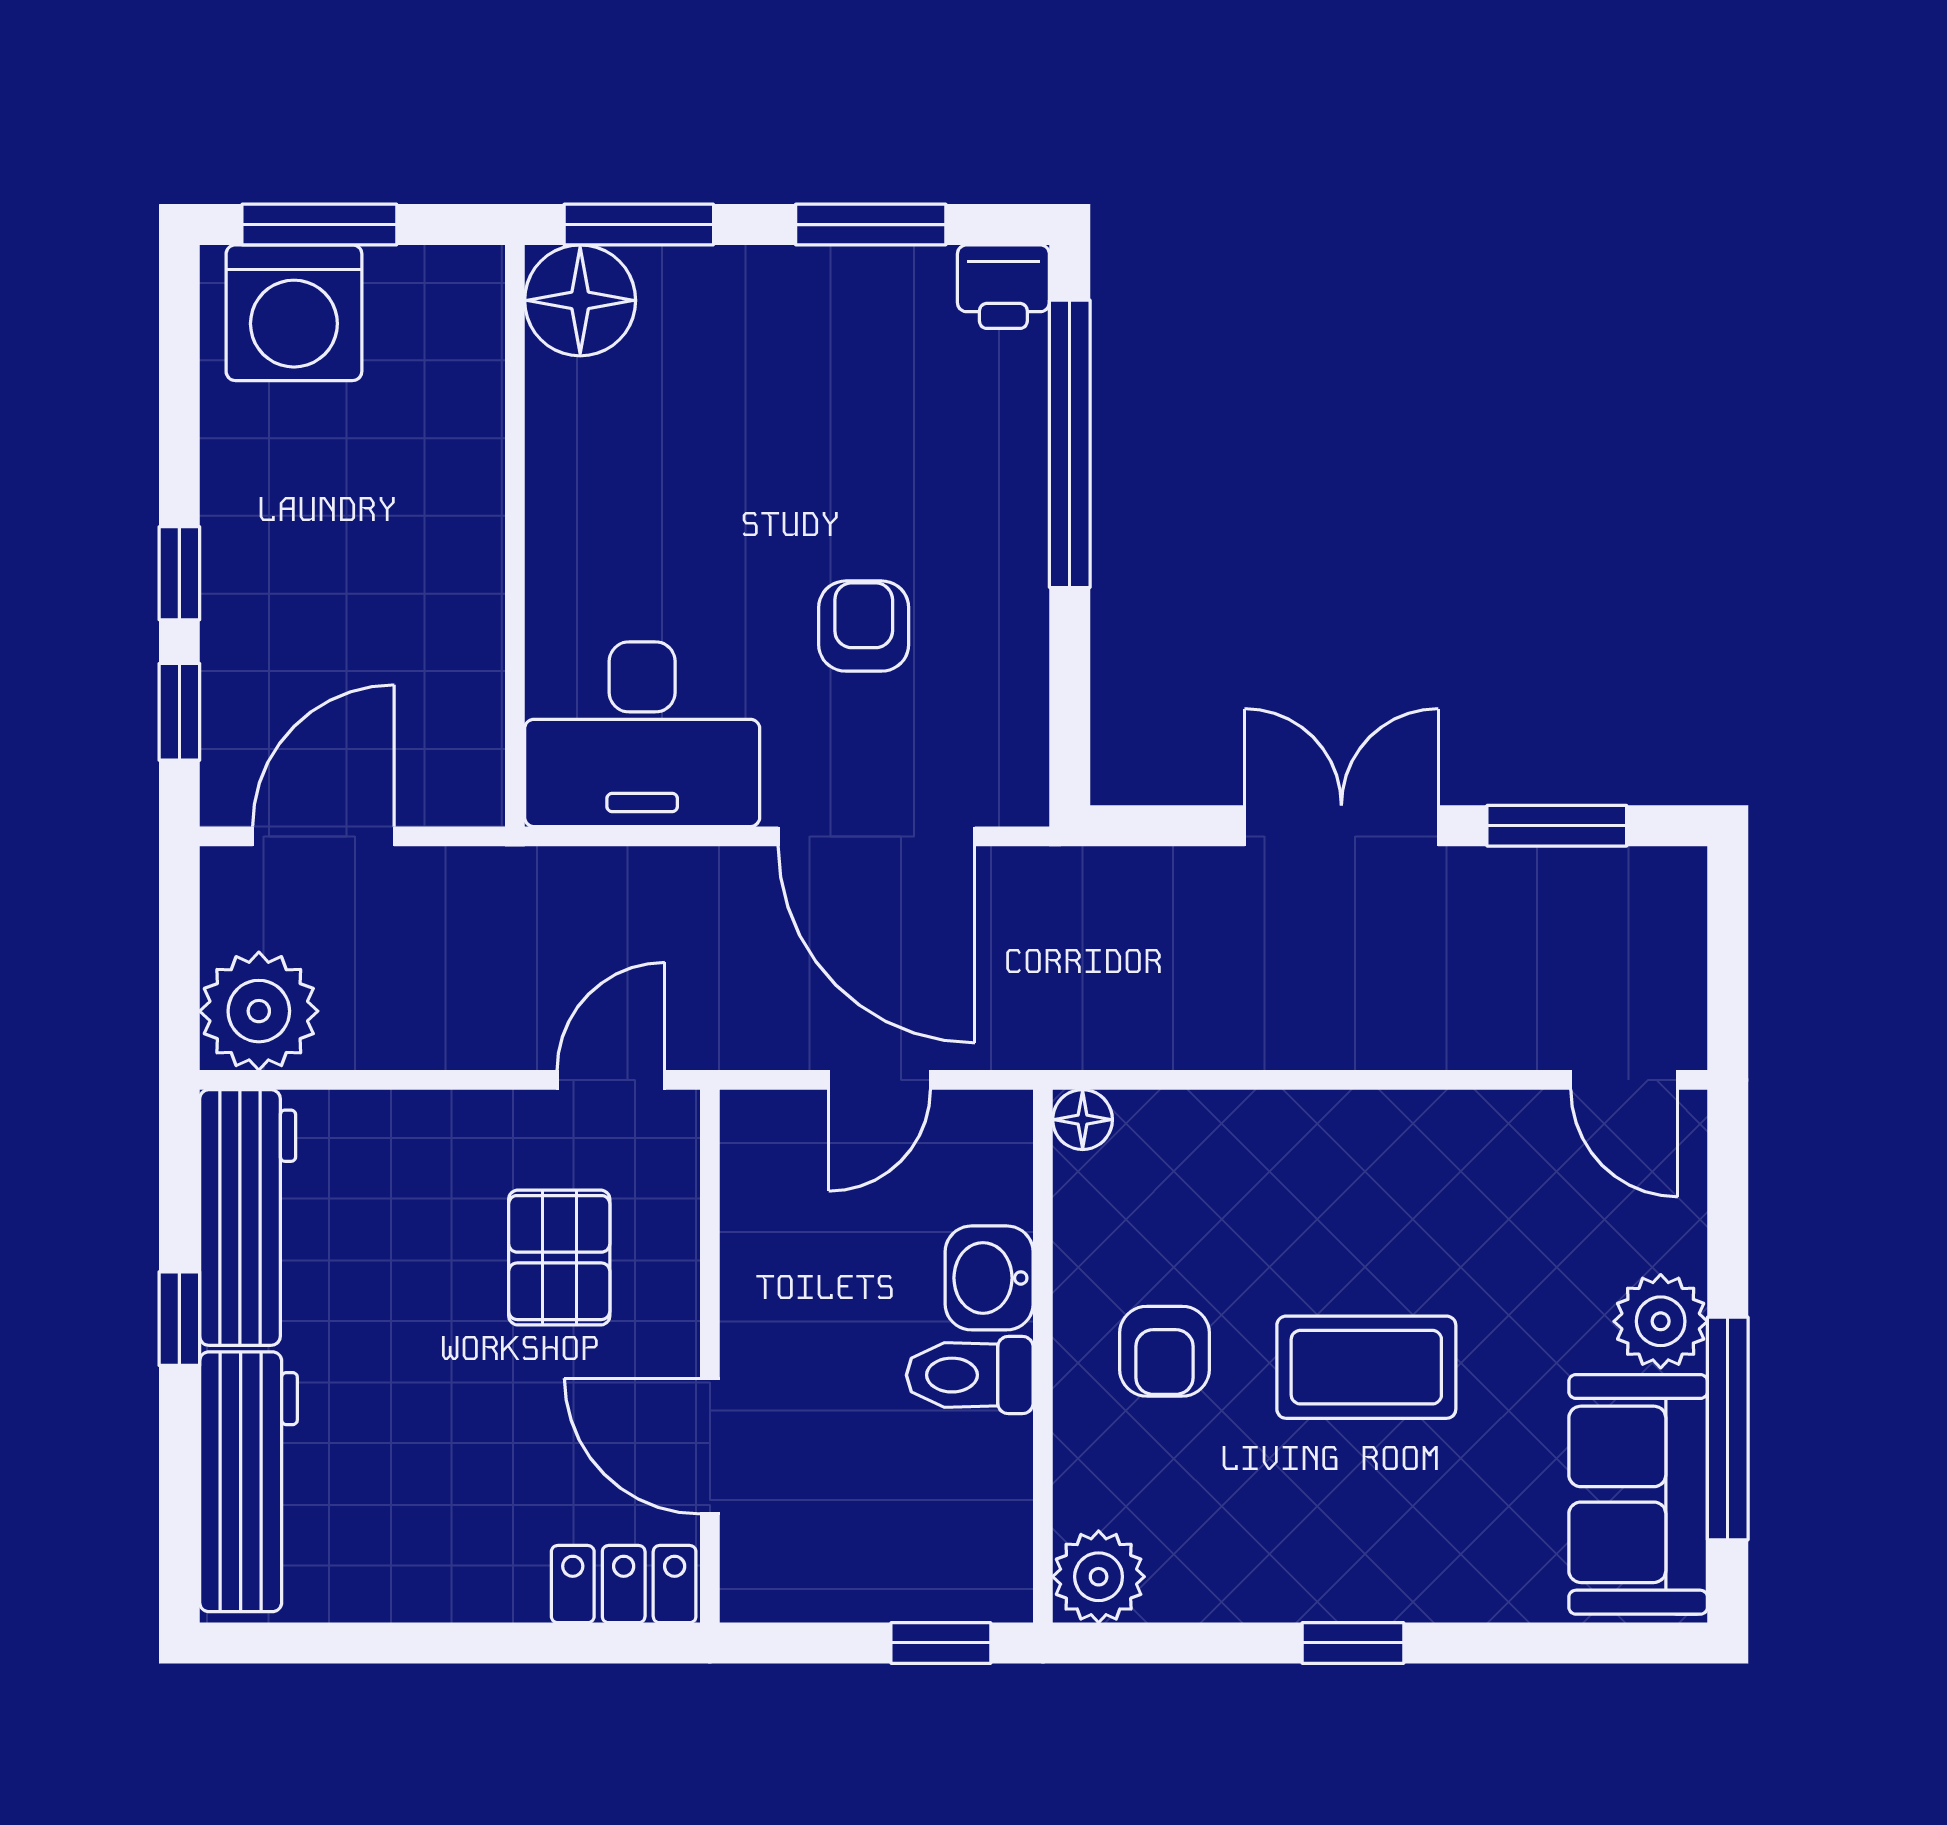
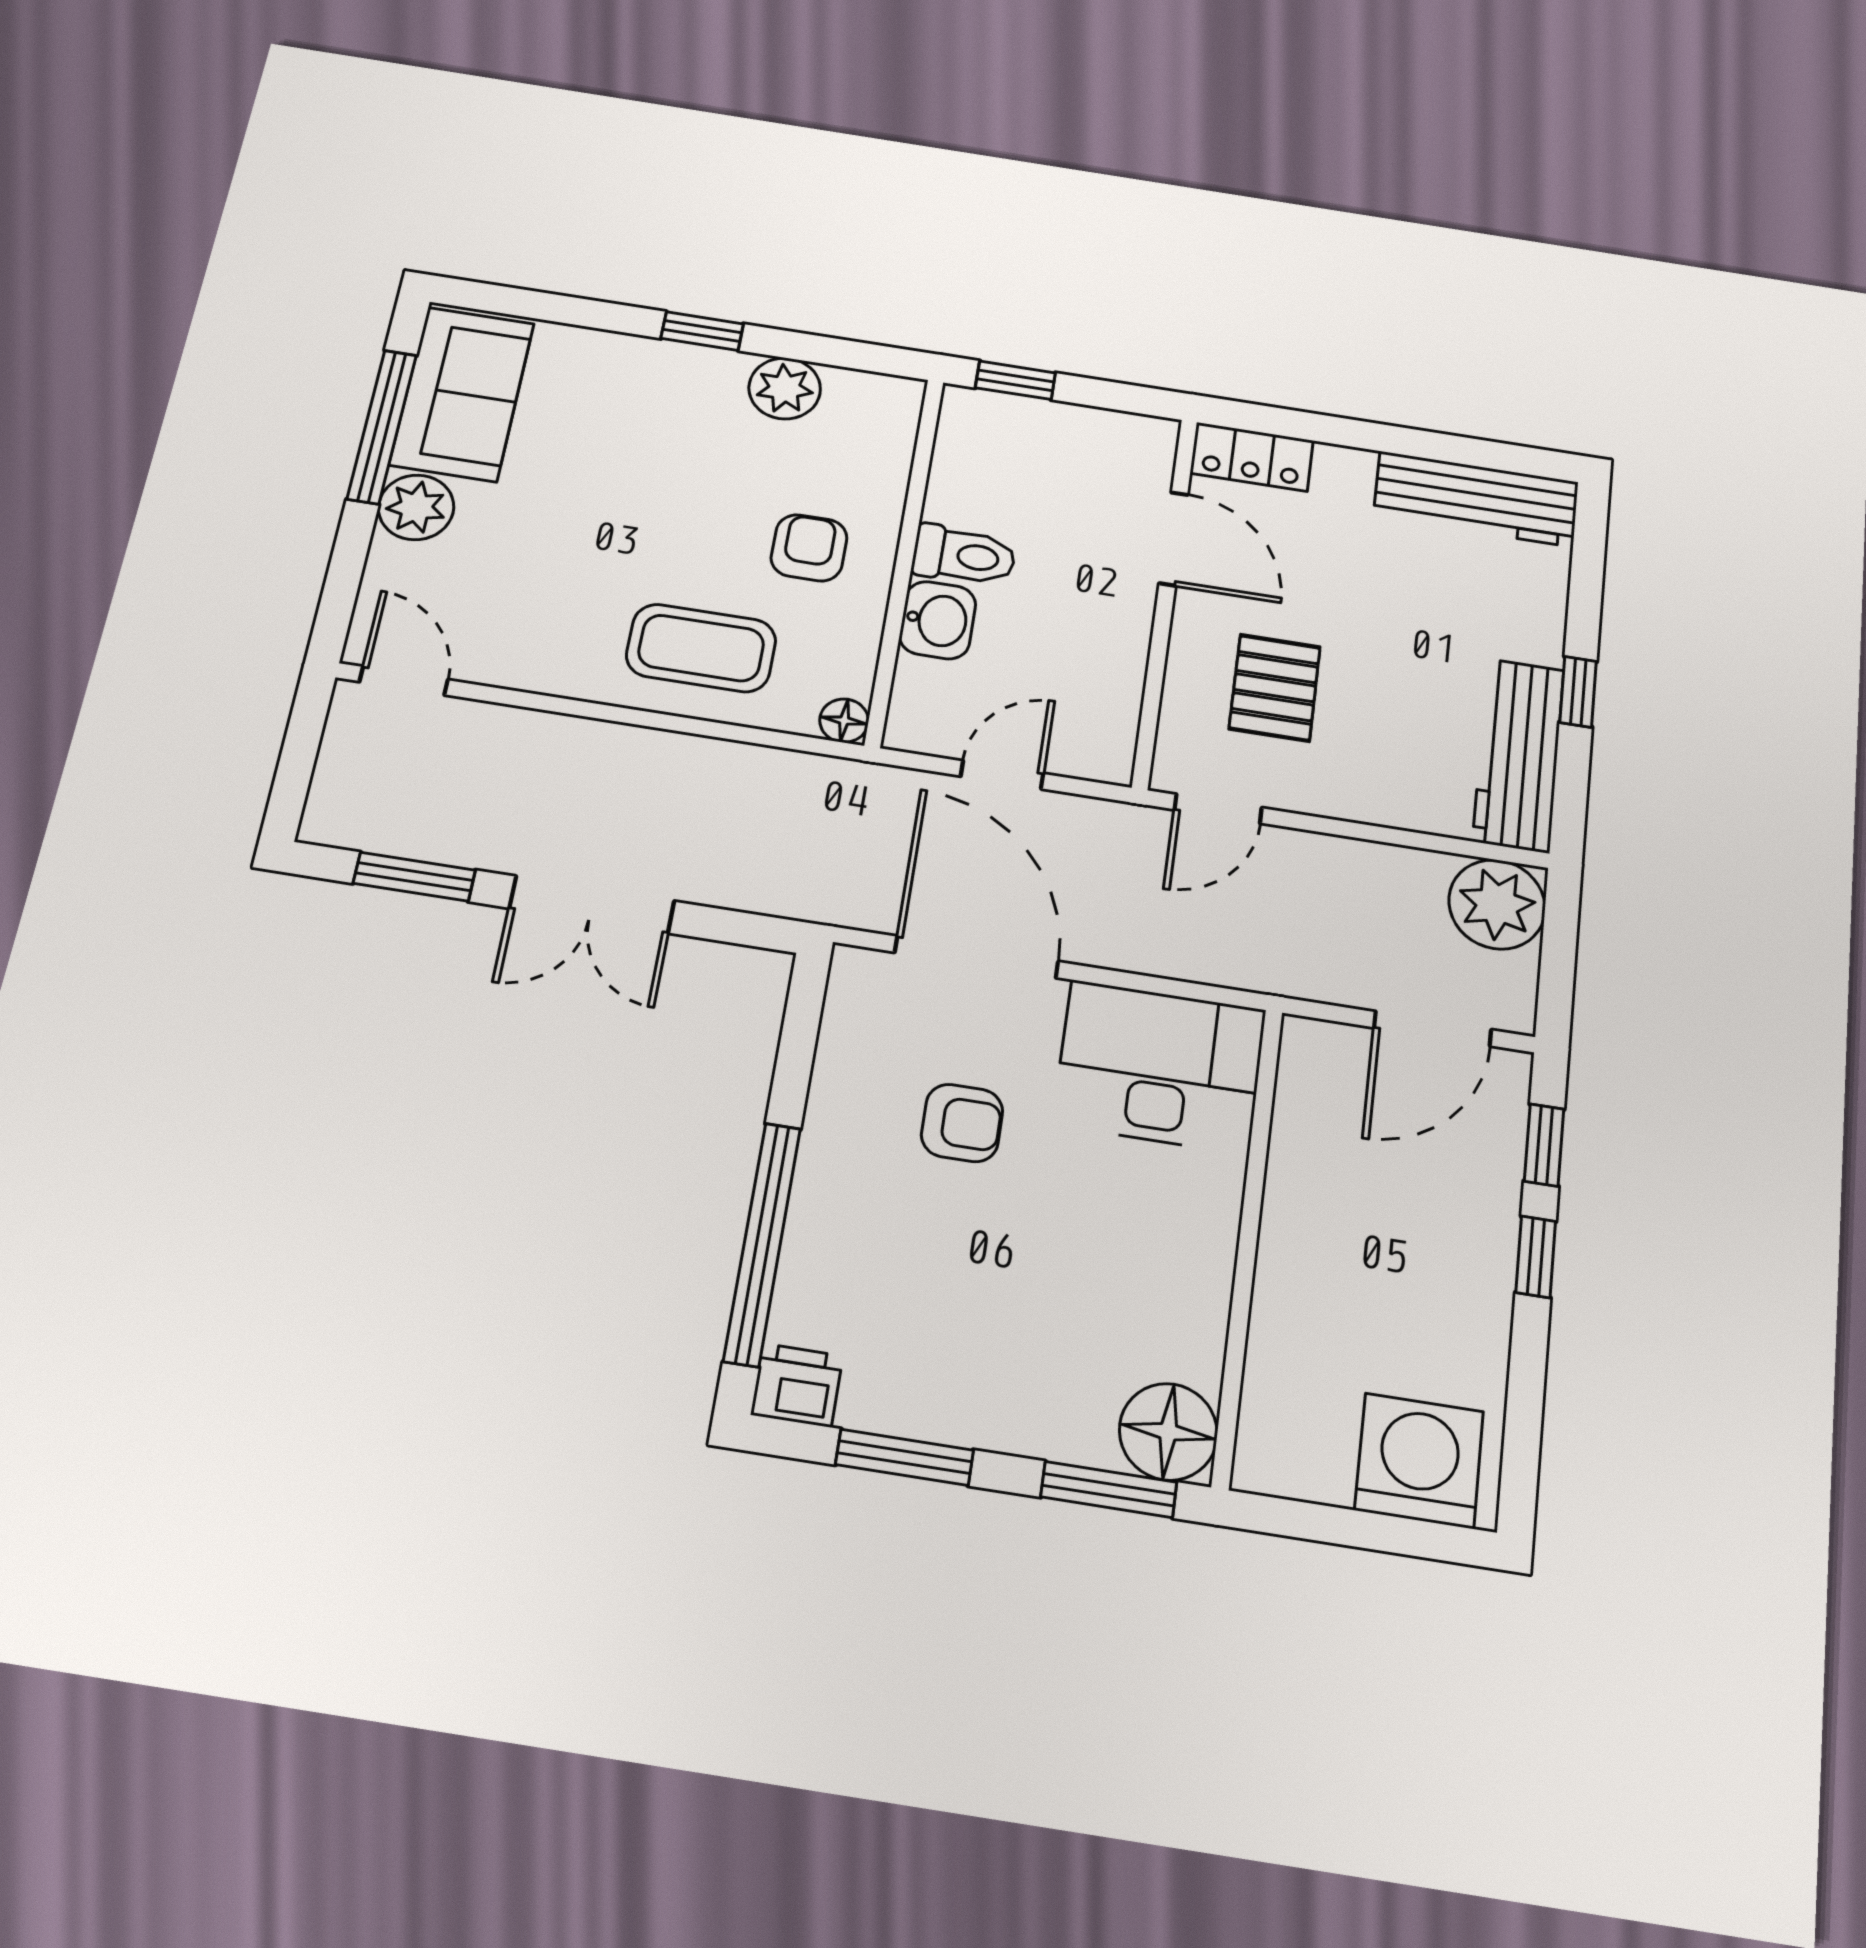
window: (319, 225) -> (1390, 1534), removed
armchair: (864, 626) -> (962, 1123), turned -90
coffee table: (1366, 1367) -> (701, 648), moved
workbench: (248, 1482) -> (1476, 499), moved, turned -90
plant: (1099, 1577) -> (785, 388), moved

